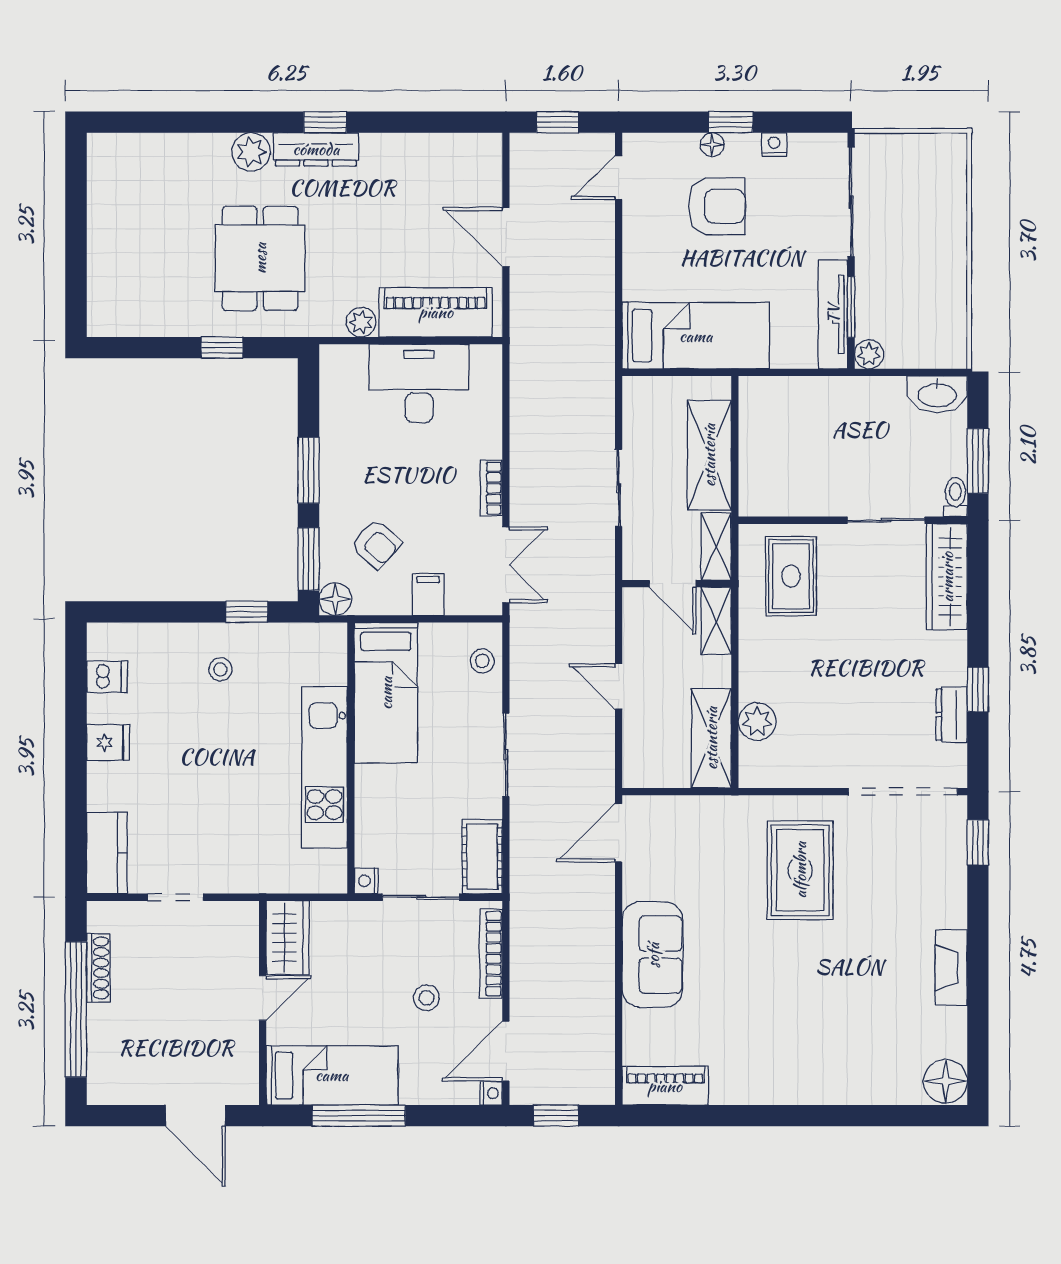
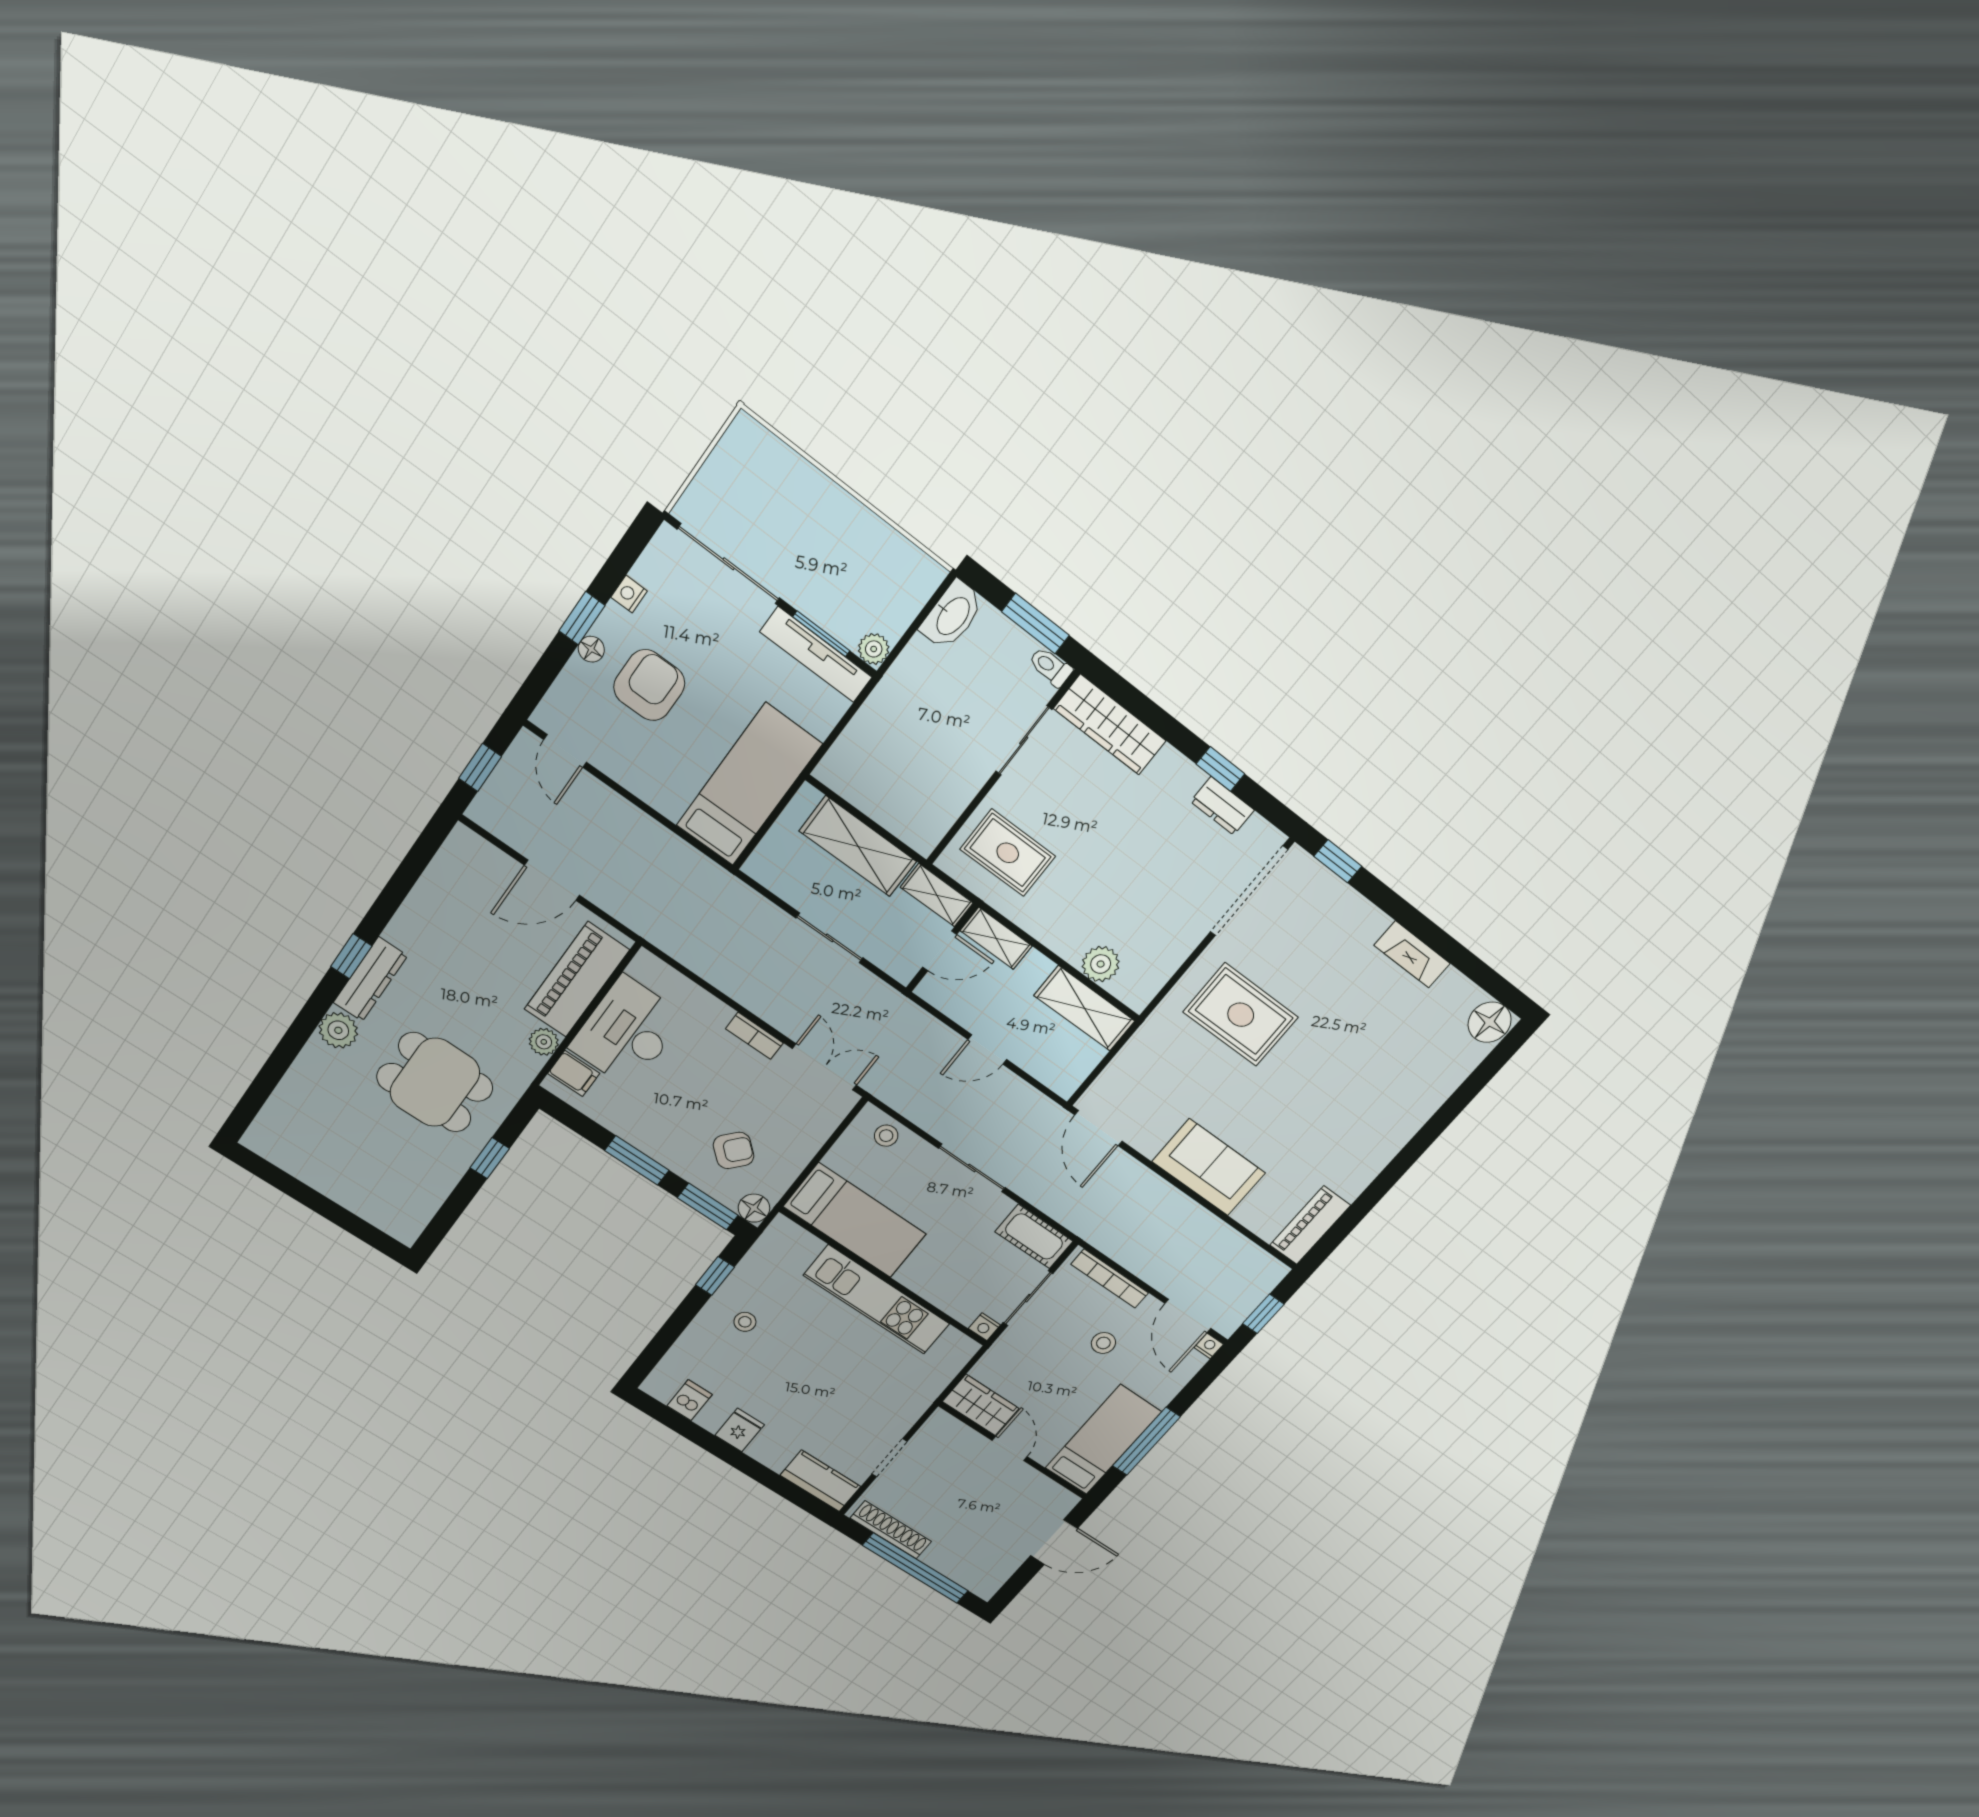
filing cabinet: (428, 594) -> (574, 1073), moved, turned 180
shoe rack: (98, 968) -> (891, 1530), width x1.36, depth x1.24

